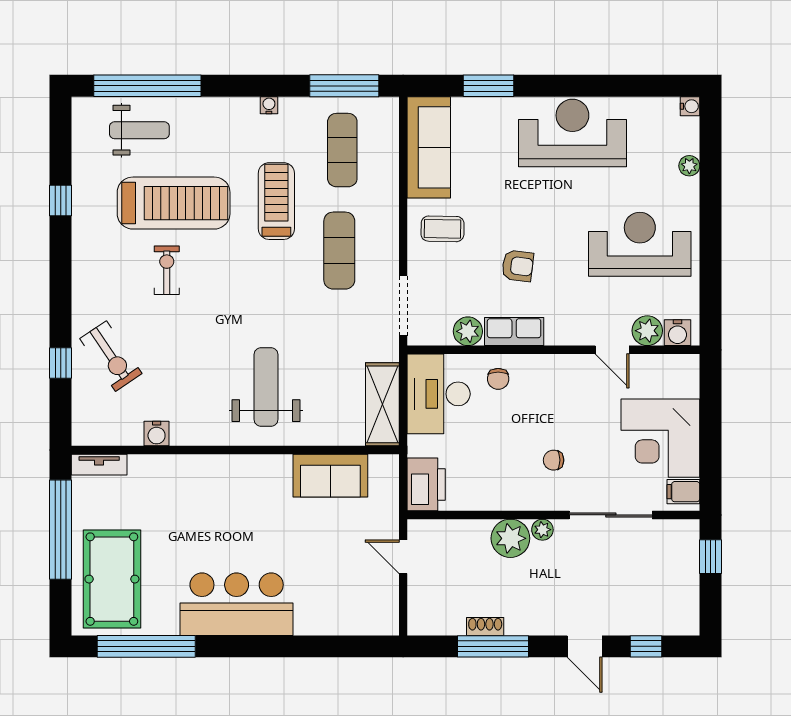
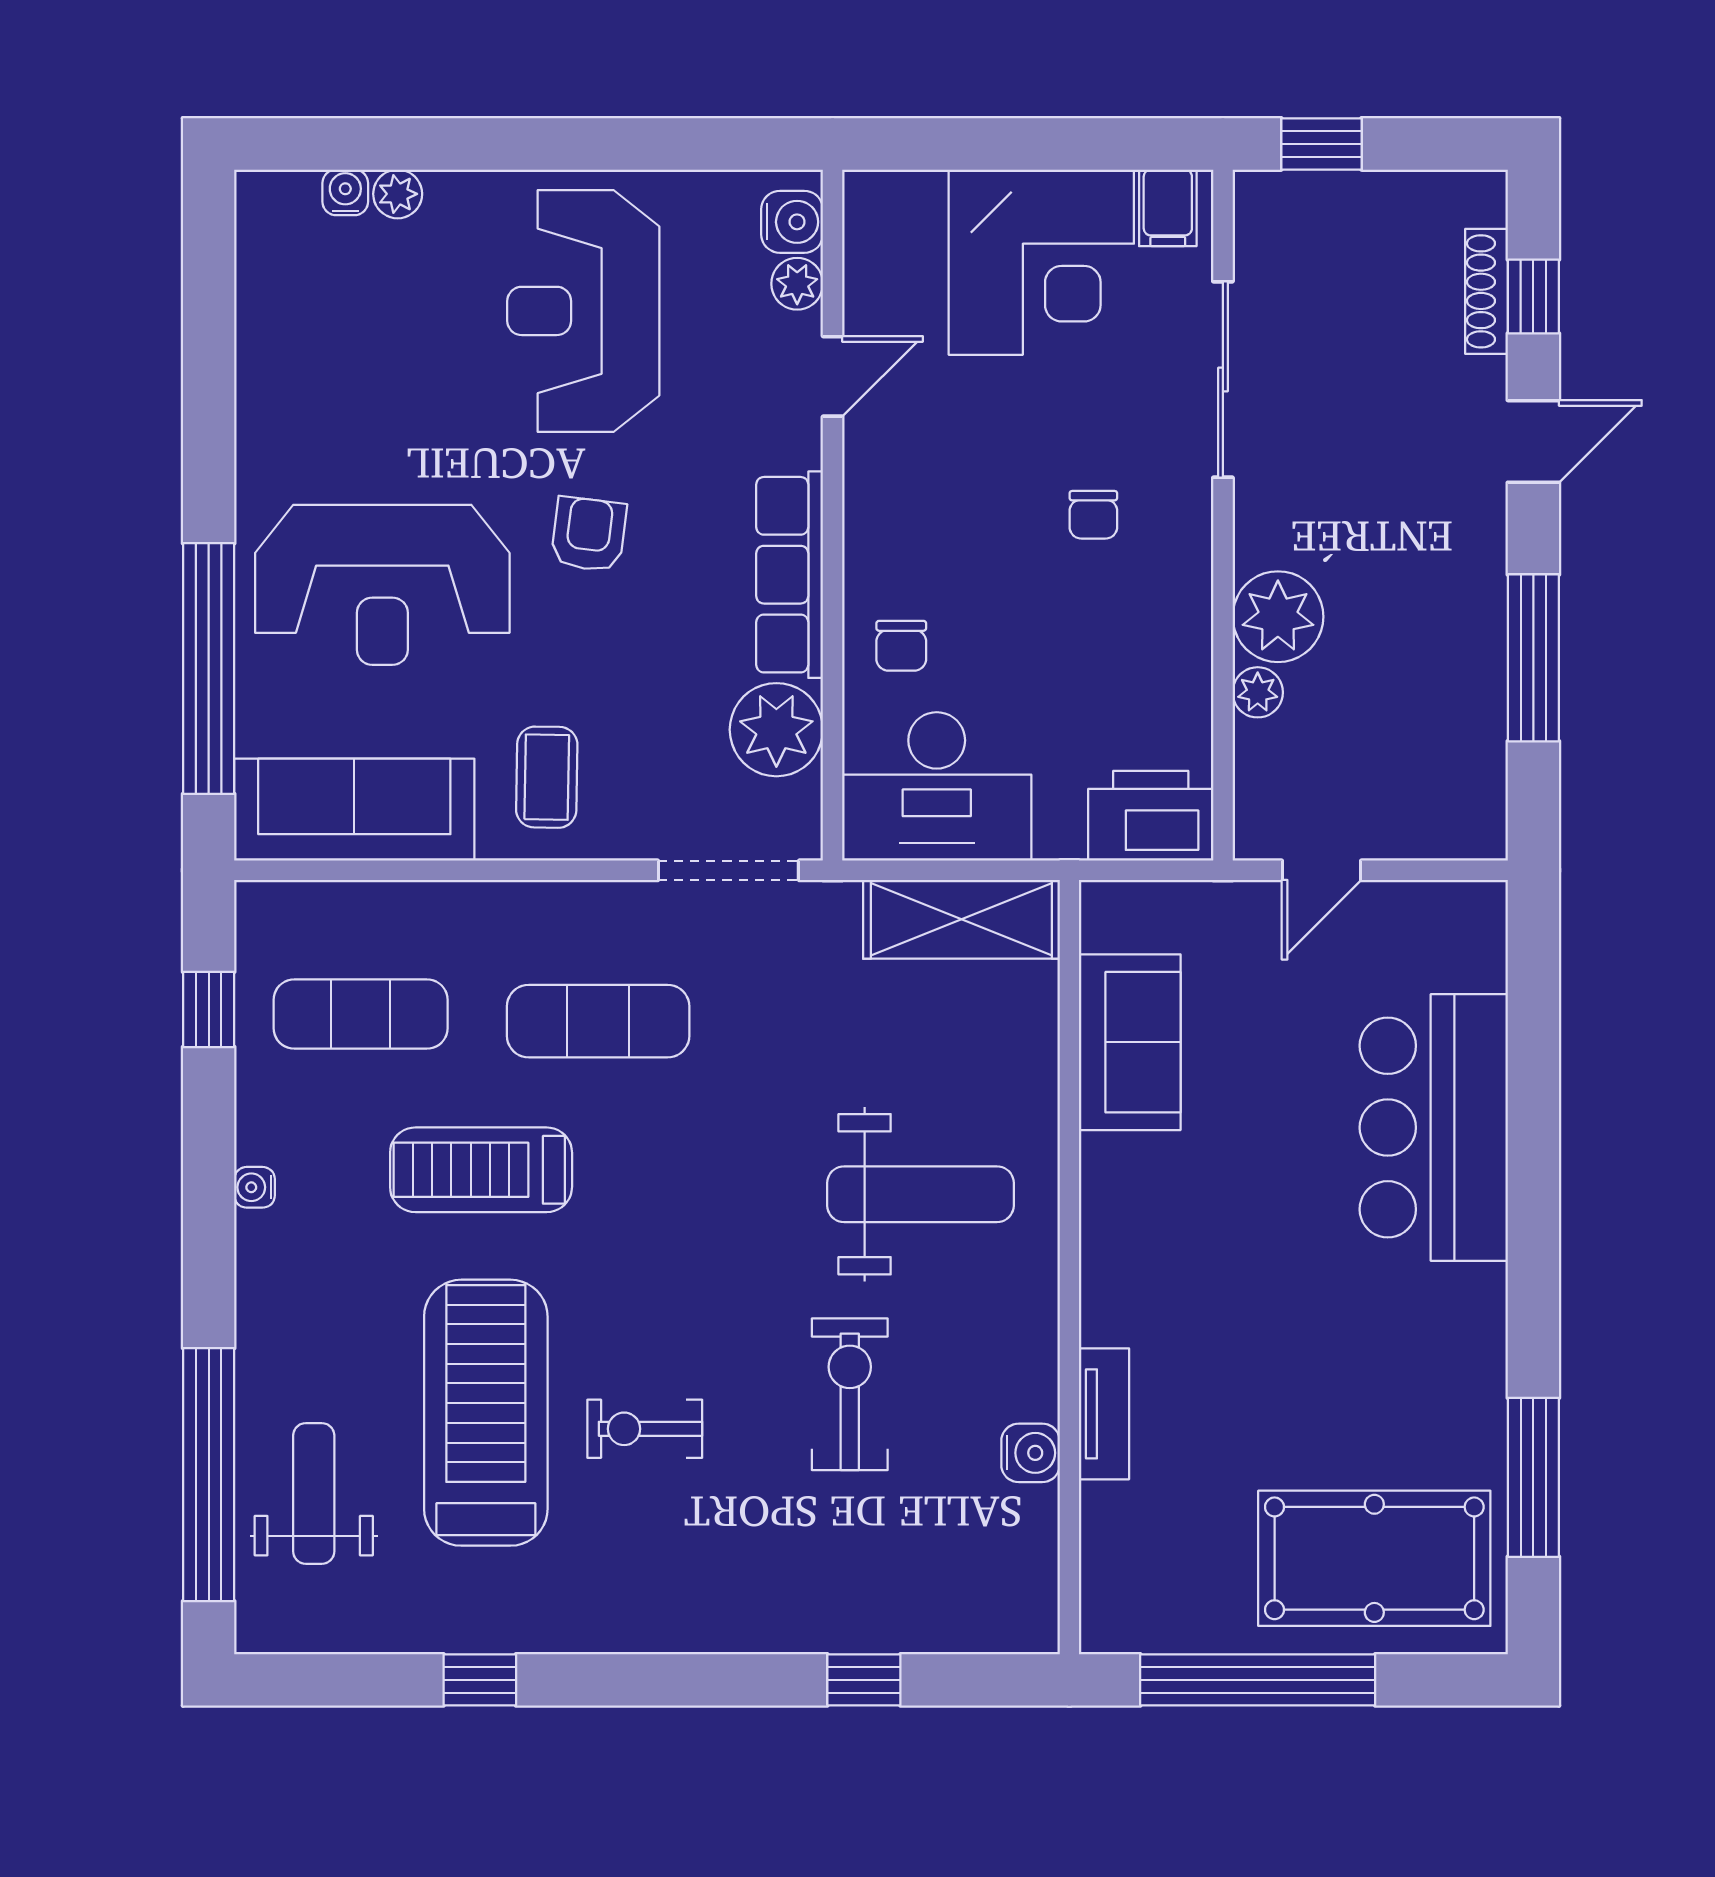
window: (344, 86) -> (209, 1009), width x0.46
window: (488, 86) -> (209, 669), width x2.11
water cooler: (690, 106) -> (345, 192), moved
reception desk: (572, 133) -> (382, 585), moved, turned -90
armchair: (518, 266) -> (589, 534), moved
plant: (468, 331) -> (776, 730), width x1.36, depth x1.36
plant: (647, 331) -> (797, 284), width x0.73, depth x0.73
row of seats: (514, 332) -> (790, 575), width x1.48
exercise bike: (111, 356) -> (850, 1394), moved, turned -56
chair: (498, 379) -> (901, 646), turned 90
weight bench: (266, 387) -> (920, 1194), turned 180
tv unit: (99, 465) -> (1104, 1414), moved
plant: (542, 530) -> (1258, 692), moved
bar counter: (237, 604) -> (1434, 1128), moved
shoe rack: (485, 627) -> (1486, 291), moved, width x1.43
window: (146, 646) -> (1533, 1477), width x0.68

